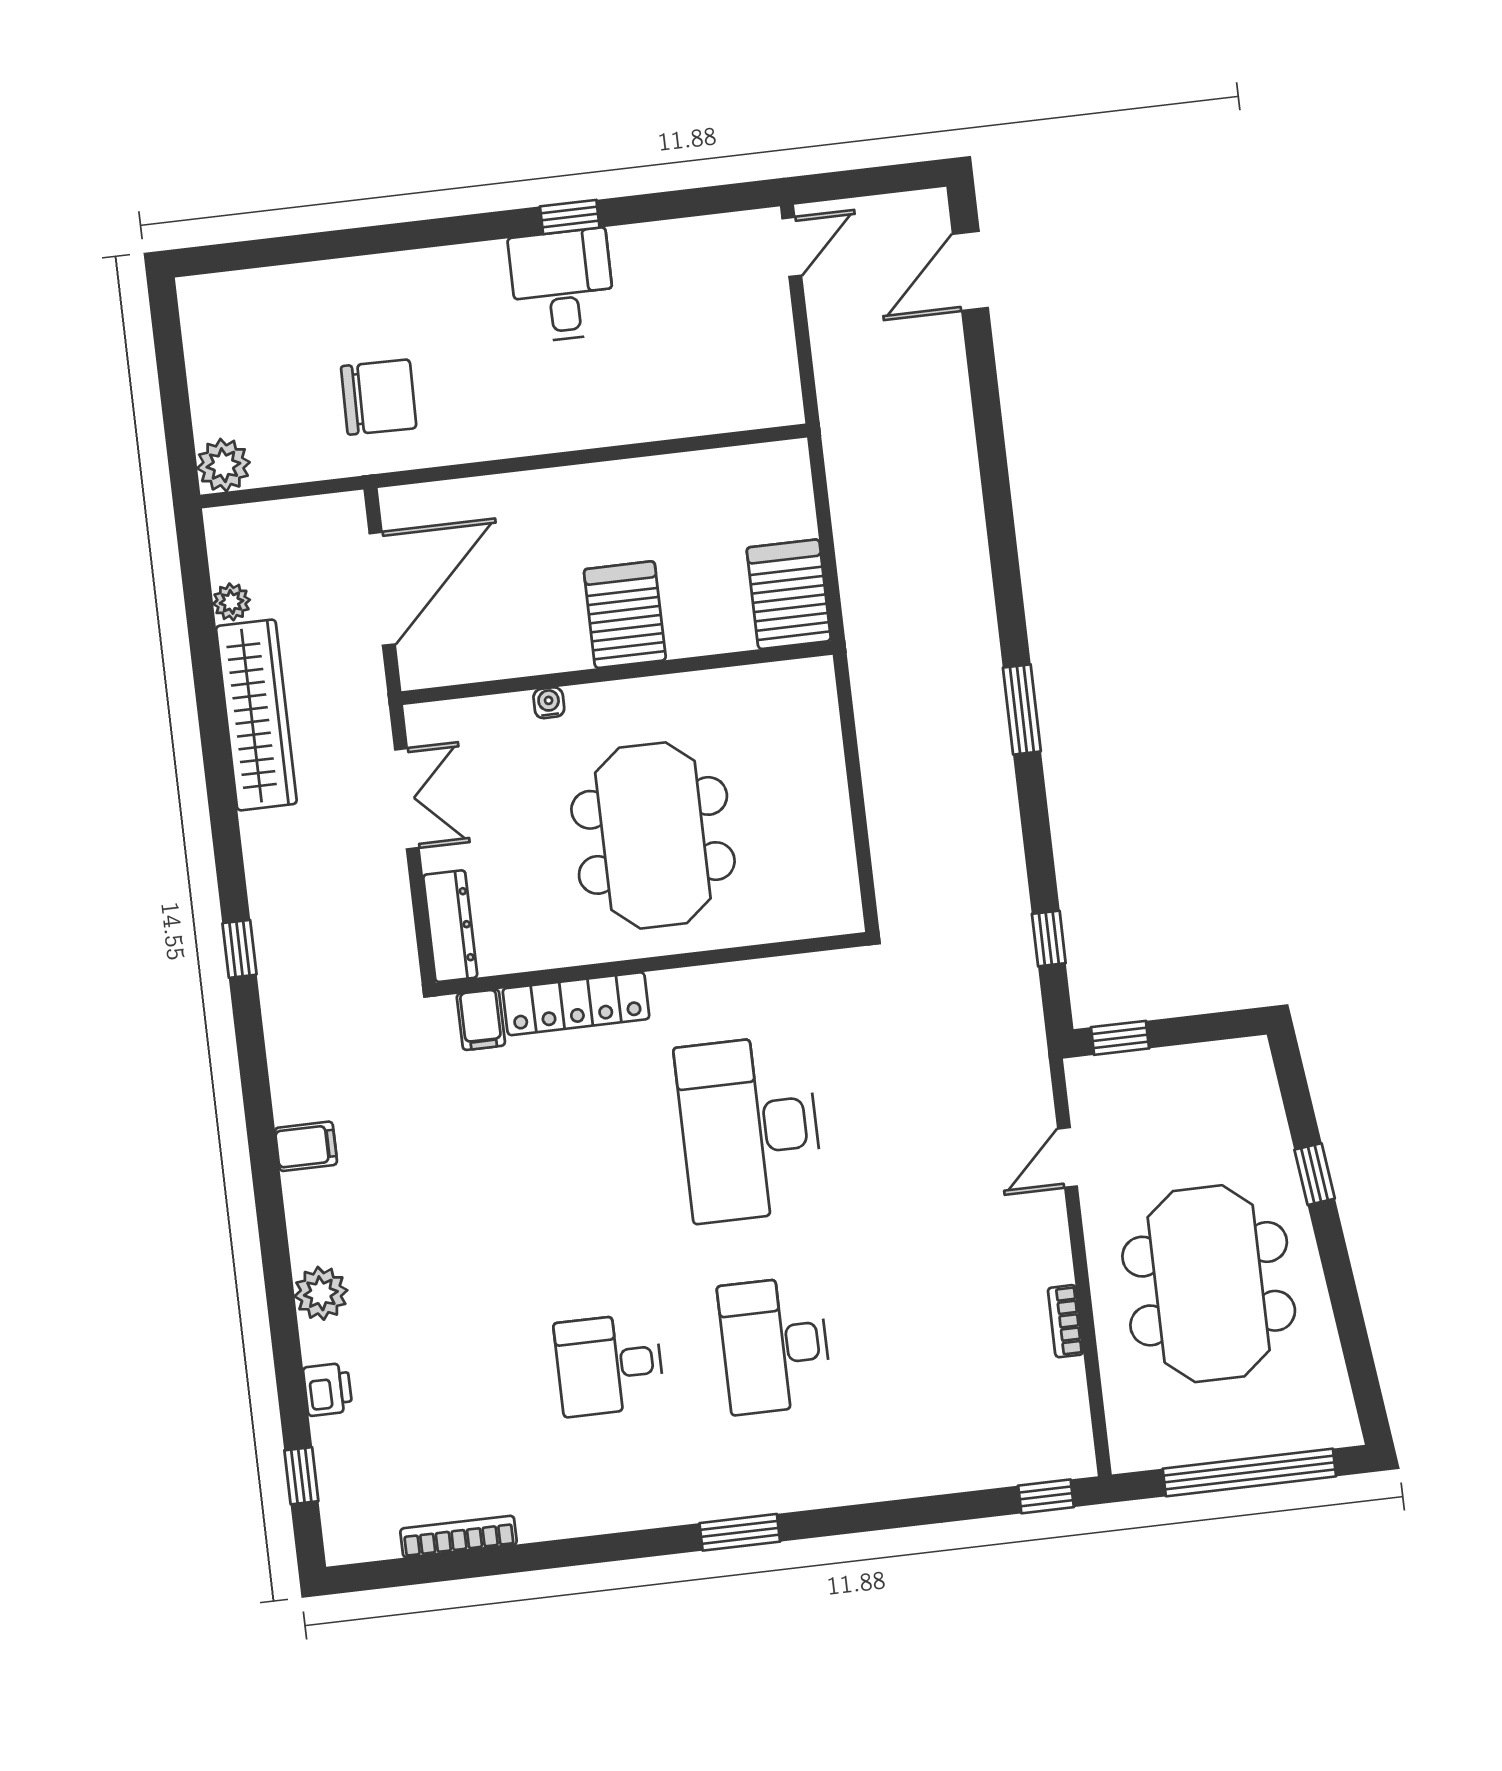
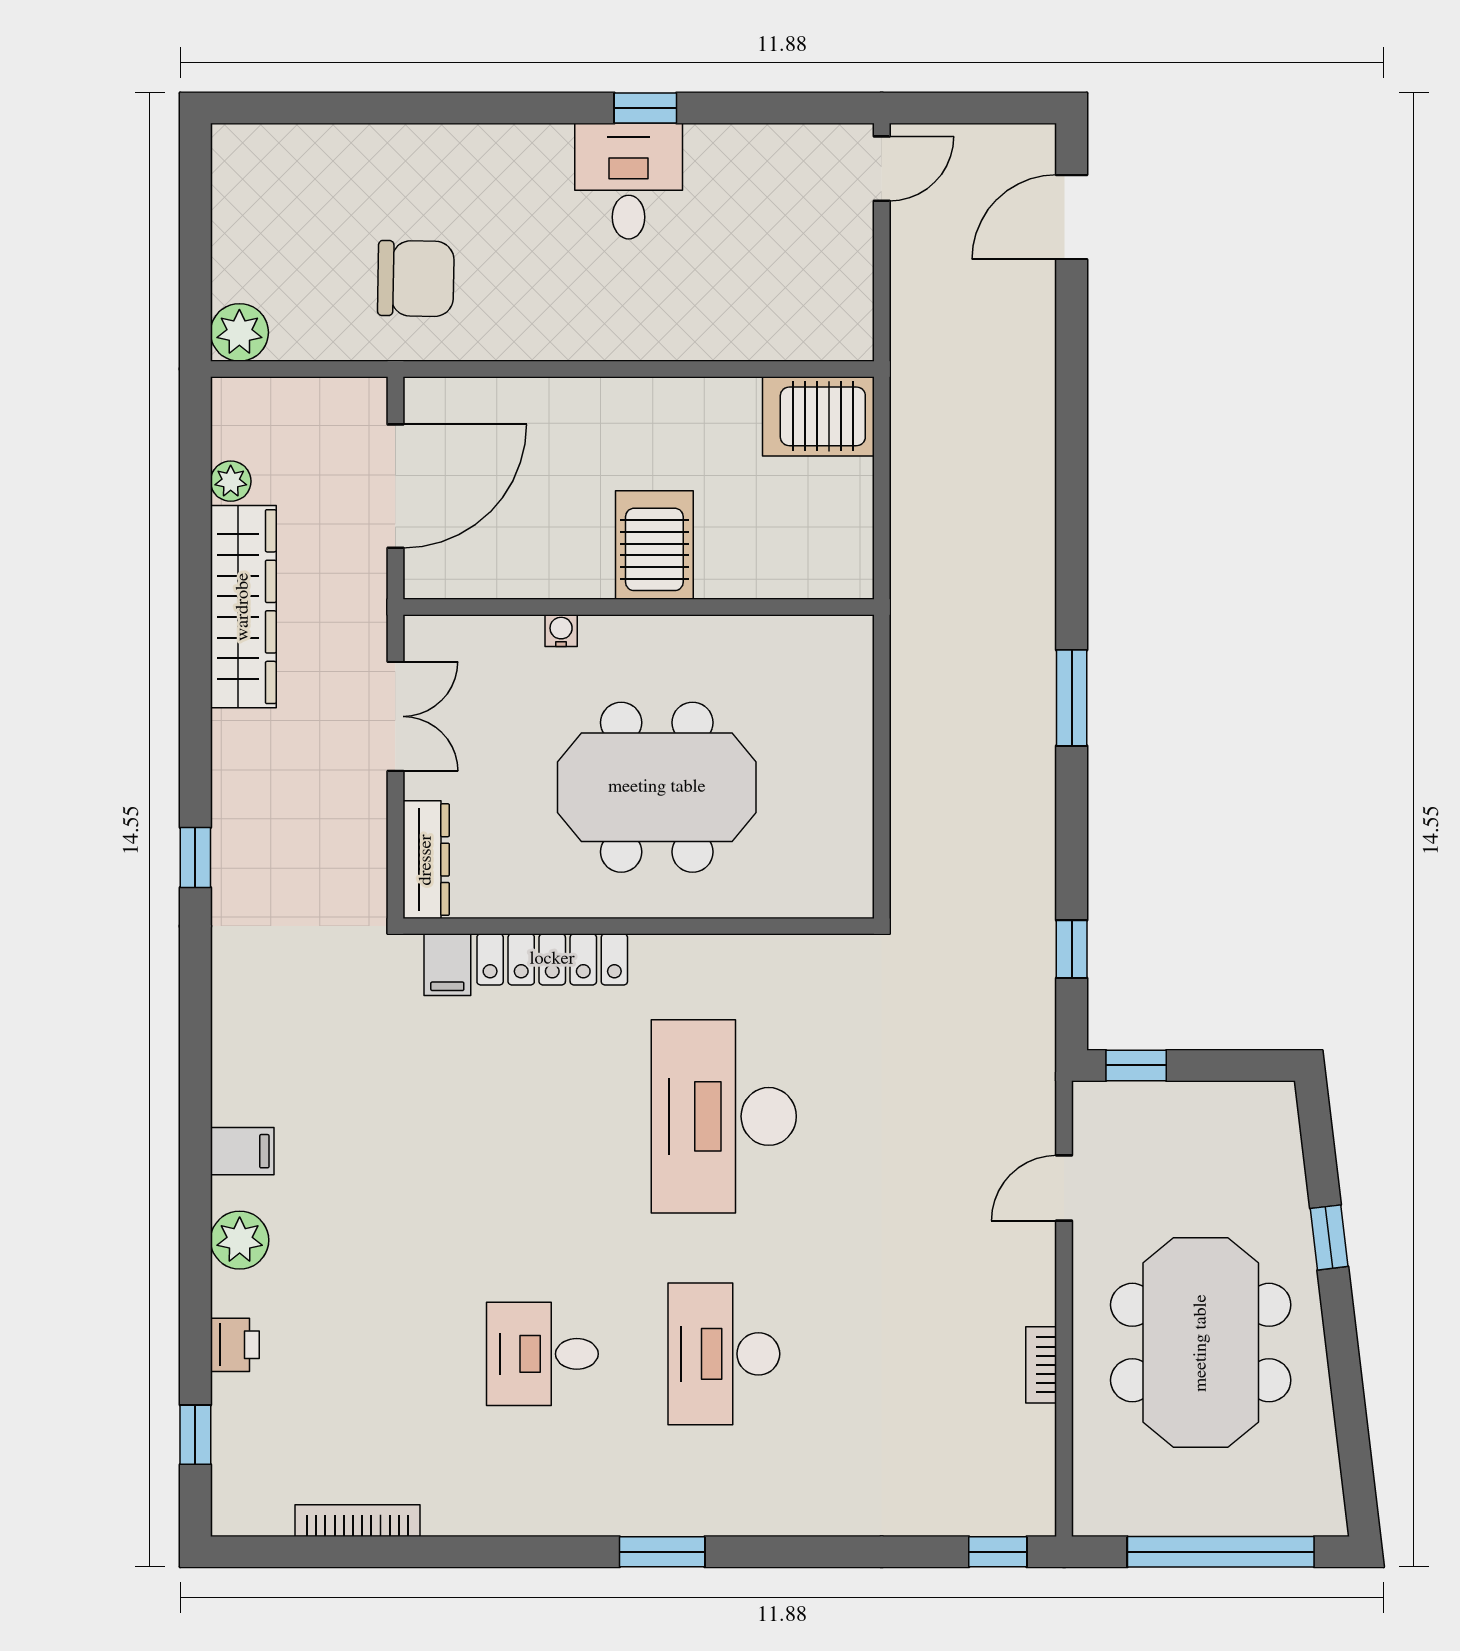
server rack: (789, 594) -> (818, 416), moved, turned -90
meeting table: (653, 835) -> (657, 787), turned 90
filing cabinet: (306, 1146) -> (242, 1151), moved

